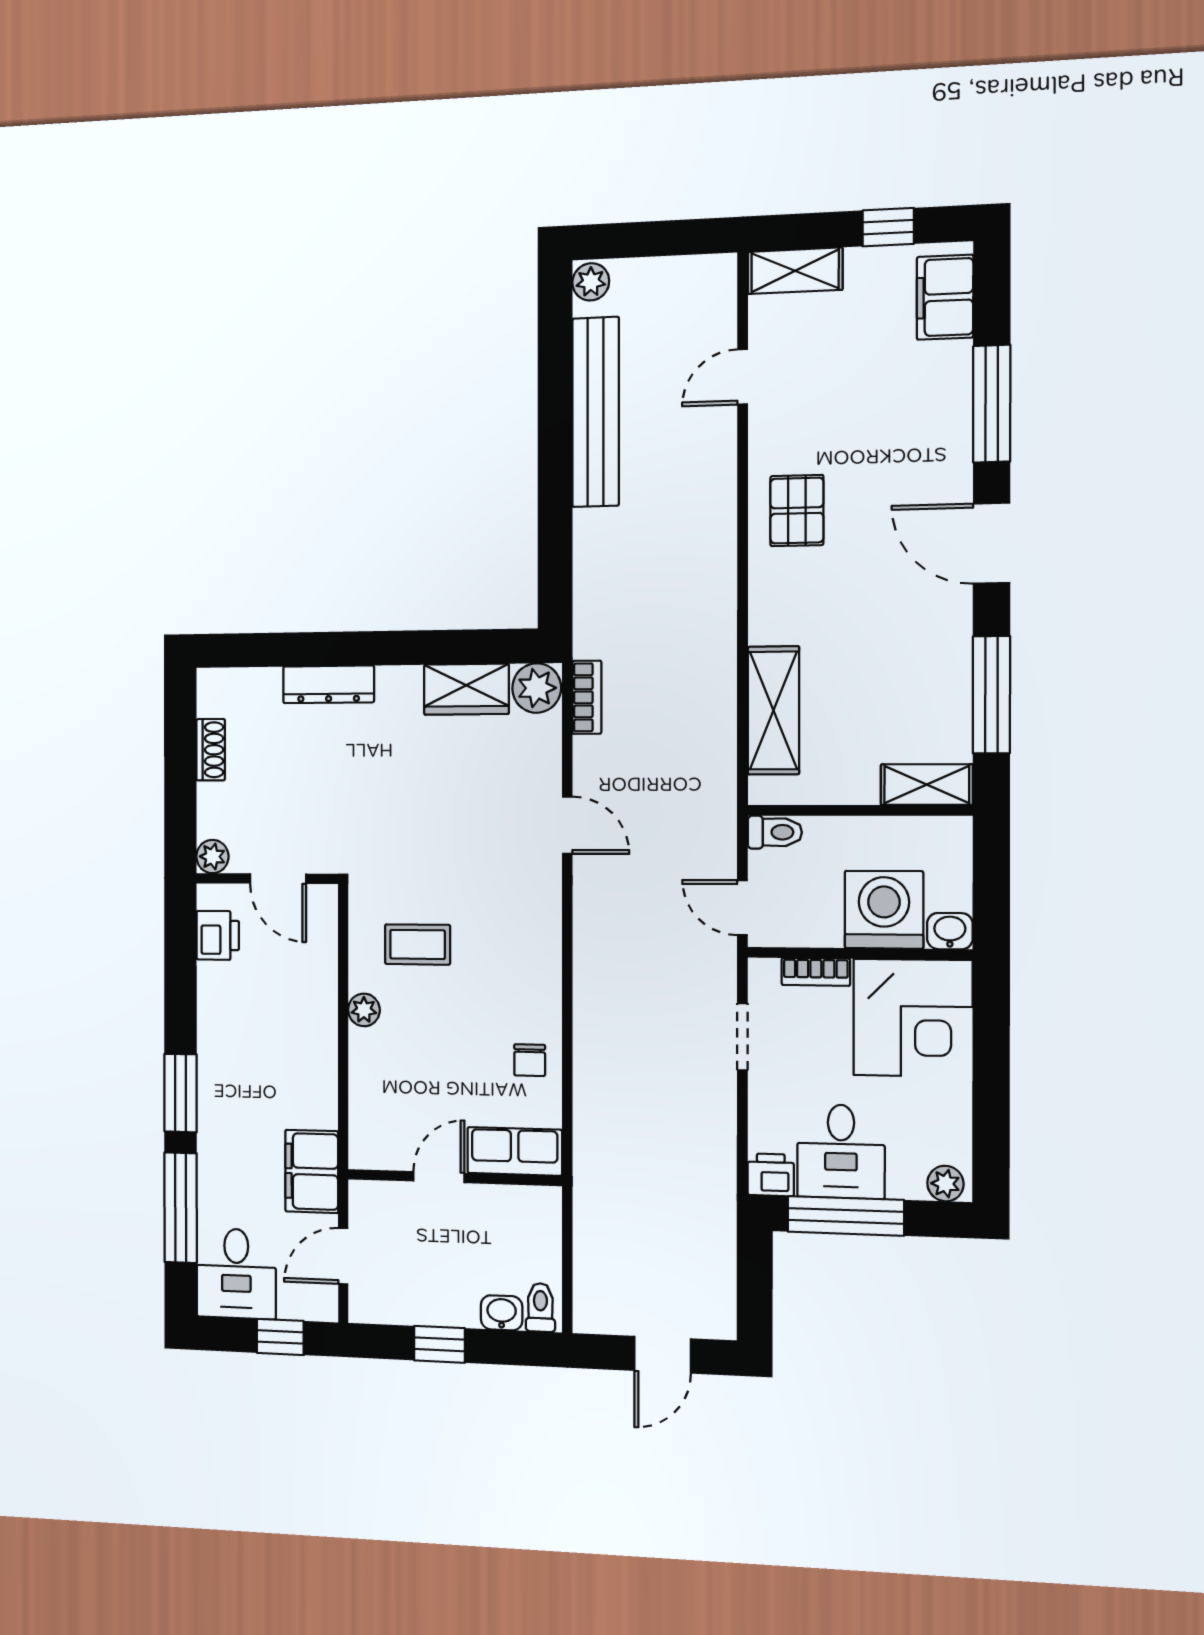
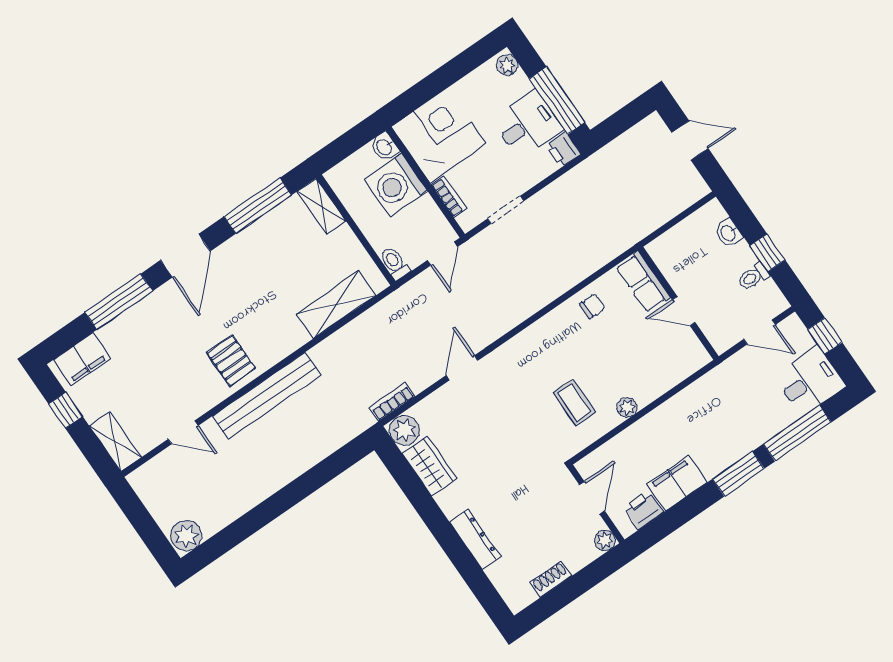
plant: (591, 282) -> (186, 536), width x1.38, depth x1.38
bench: (596, 412) -> (267, 396), moved
pallet: (797, 511) -> (231, 360), turned 90
filing cabinet: (312, 1171) -> (677, 483), moved, turned 180
toilet: (540, 1307) -> (753, 277), moved

